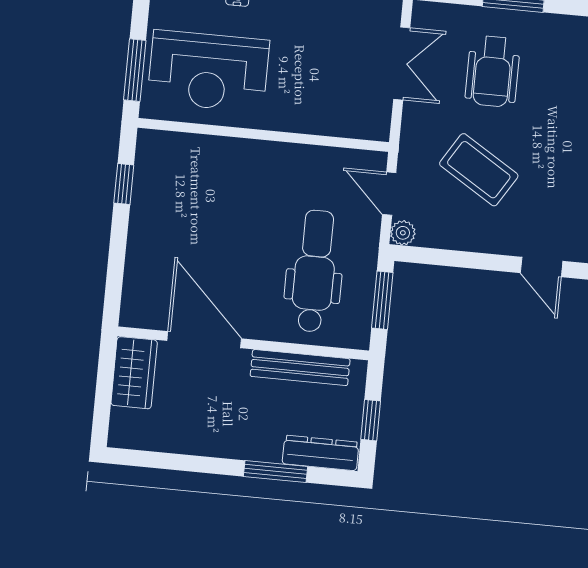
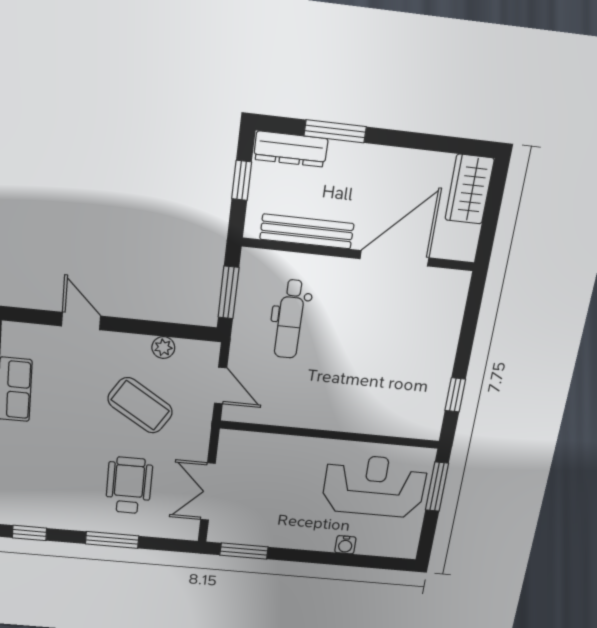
plant: (403, 233) -> (163, 347), moved
dental chair: (314, 271) -> (290, 319), width x0.73, depth x0.72
door: (204, 340) -> (395, 258), swing flipped
wardrobe: (134, 373) -> (469, 189), moved

